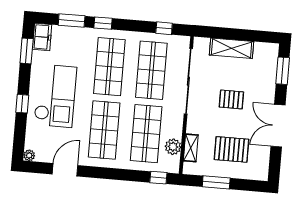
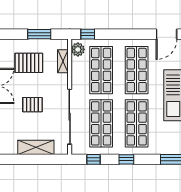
window: (103, 23) -> (126, 159), moved
plant: (173, 147) -> (78, 49), moved

